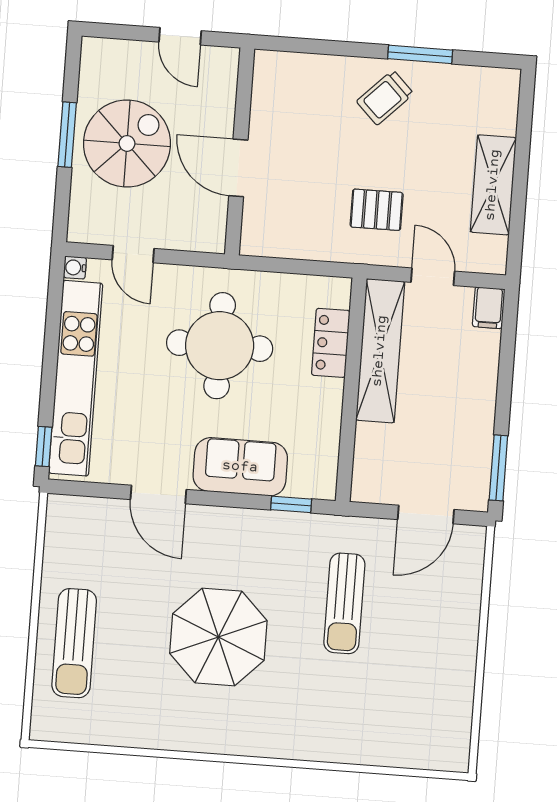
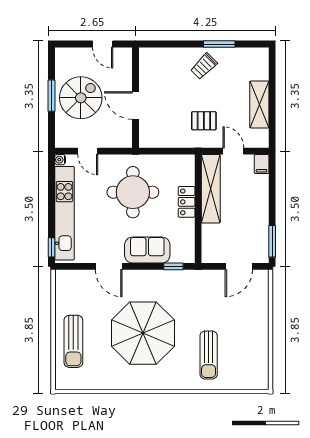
locker: (331, 343) -> (187, 202), moved
sun lounger: (344, 603) -> (209, 355), moved
parasol: (218, 637) -> (143, 333), width x1.36, depth x1.36

